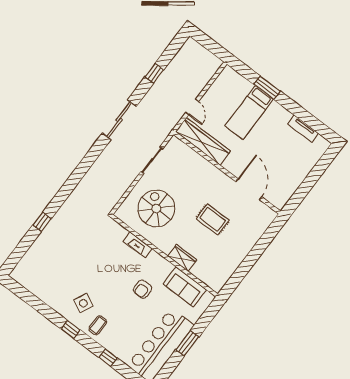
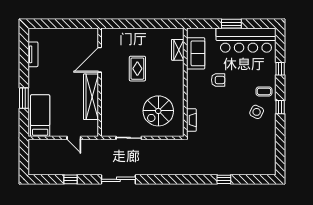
door: (192, 107) -> (74, 138), swing flipped
bed: (249, 113) -> (40, 116), moved, turned -90
wardrobe: (203, 141) -> (91, 97), moved
fireplace: (138, 245) -> (191, 120), moved
wardrobe: (182, 258) -> (178, 50), moved

